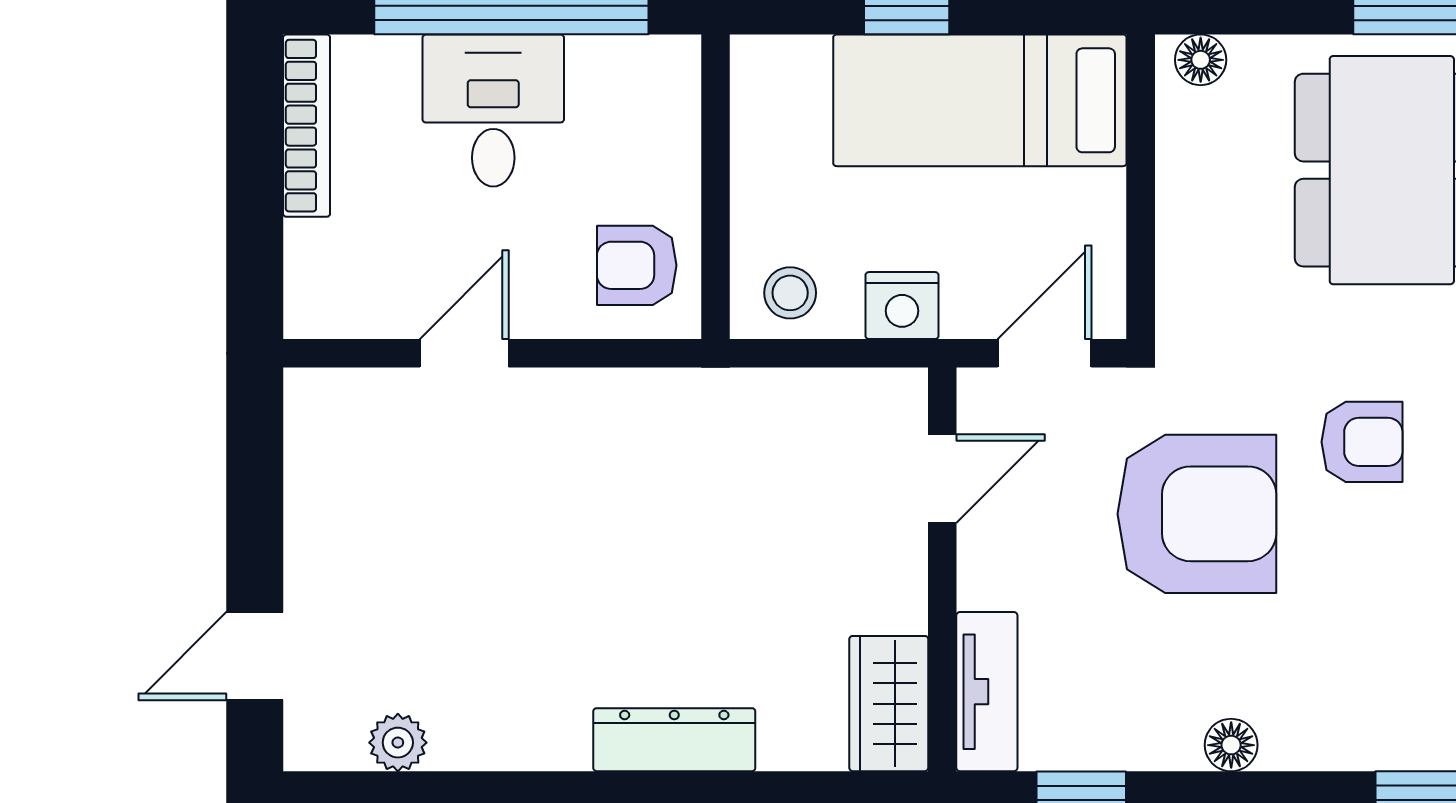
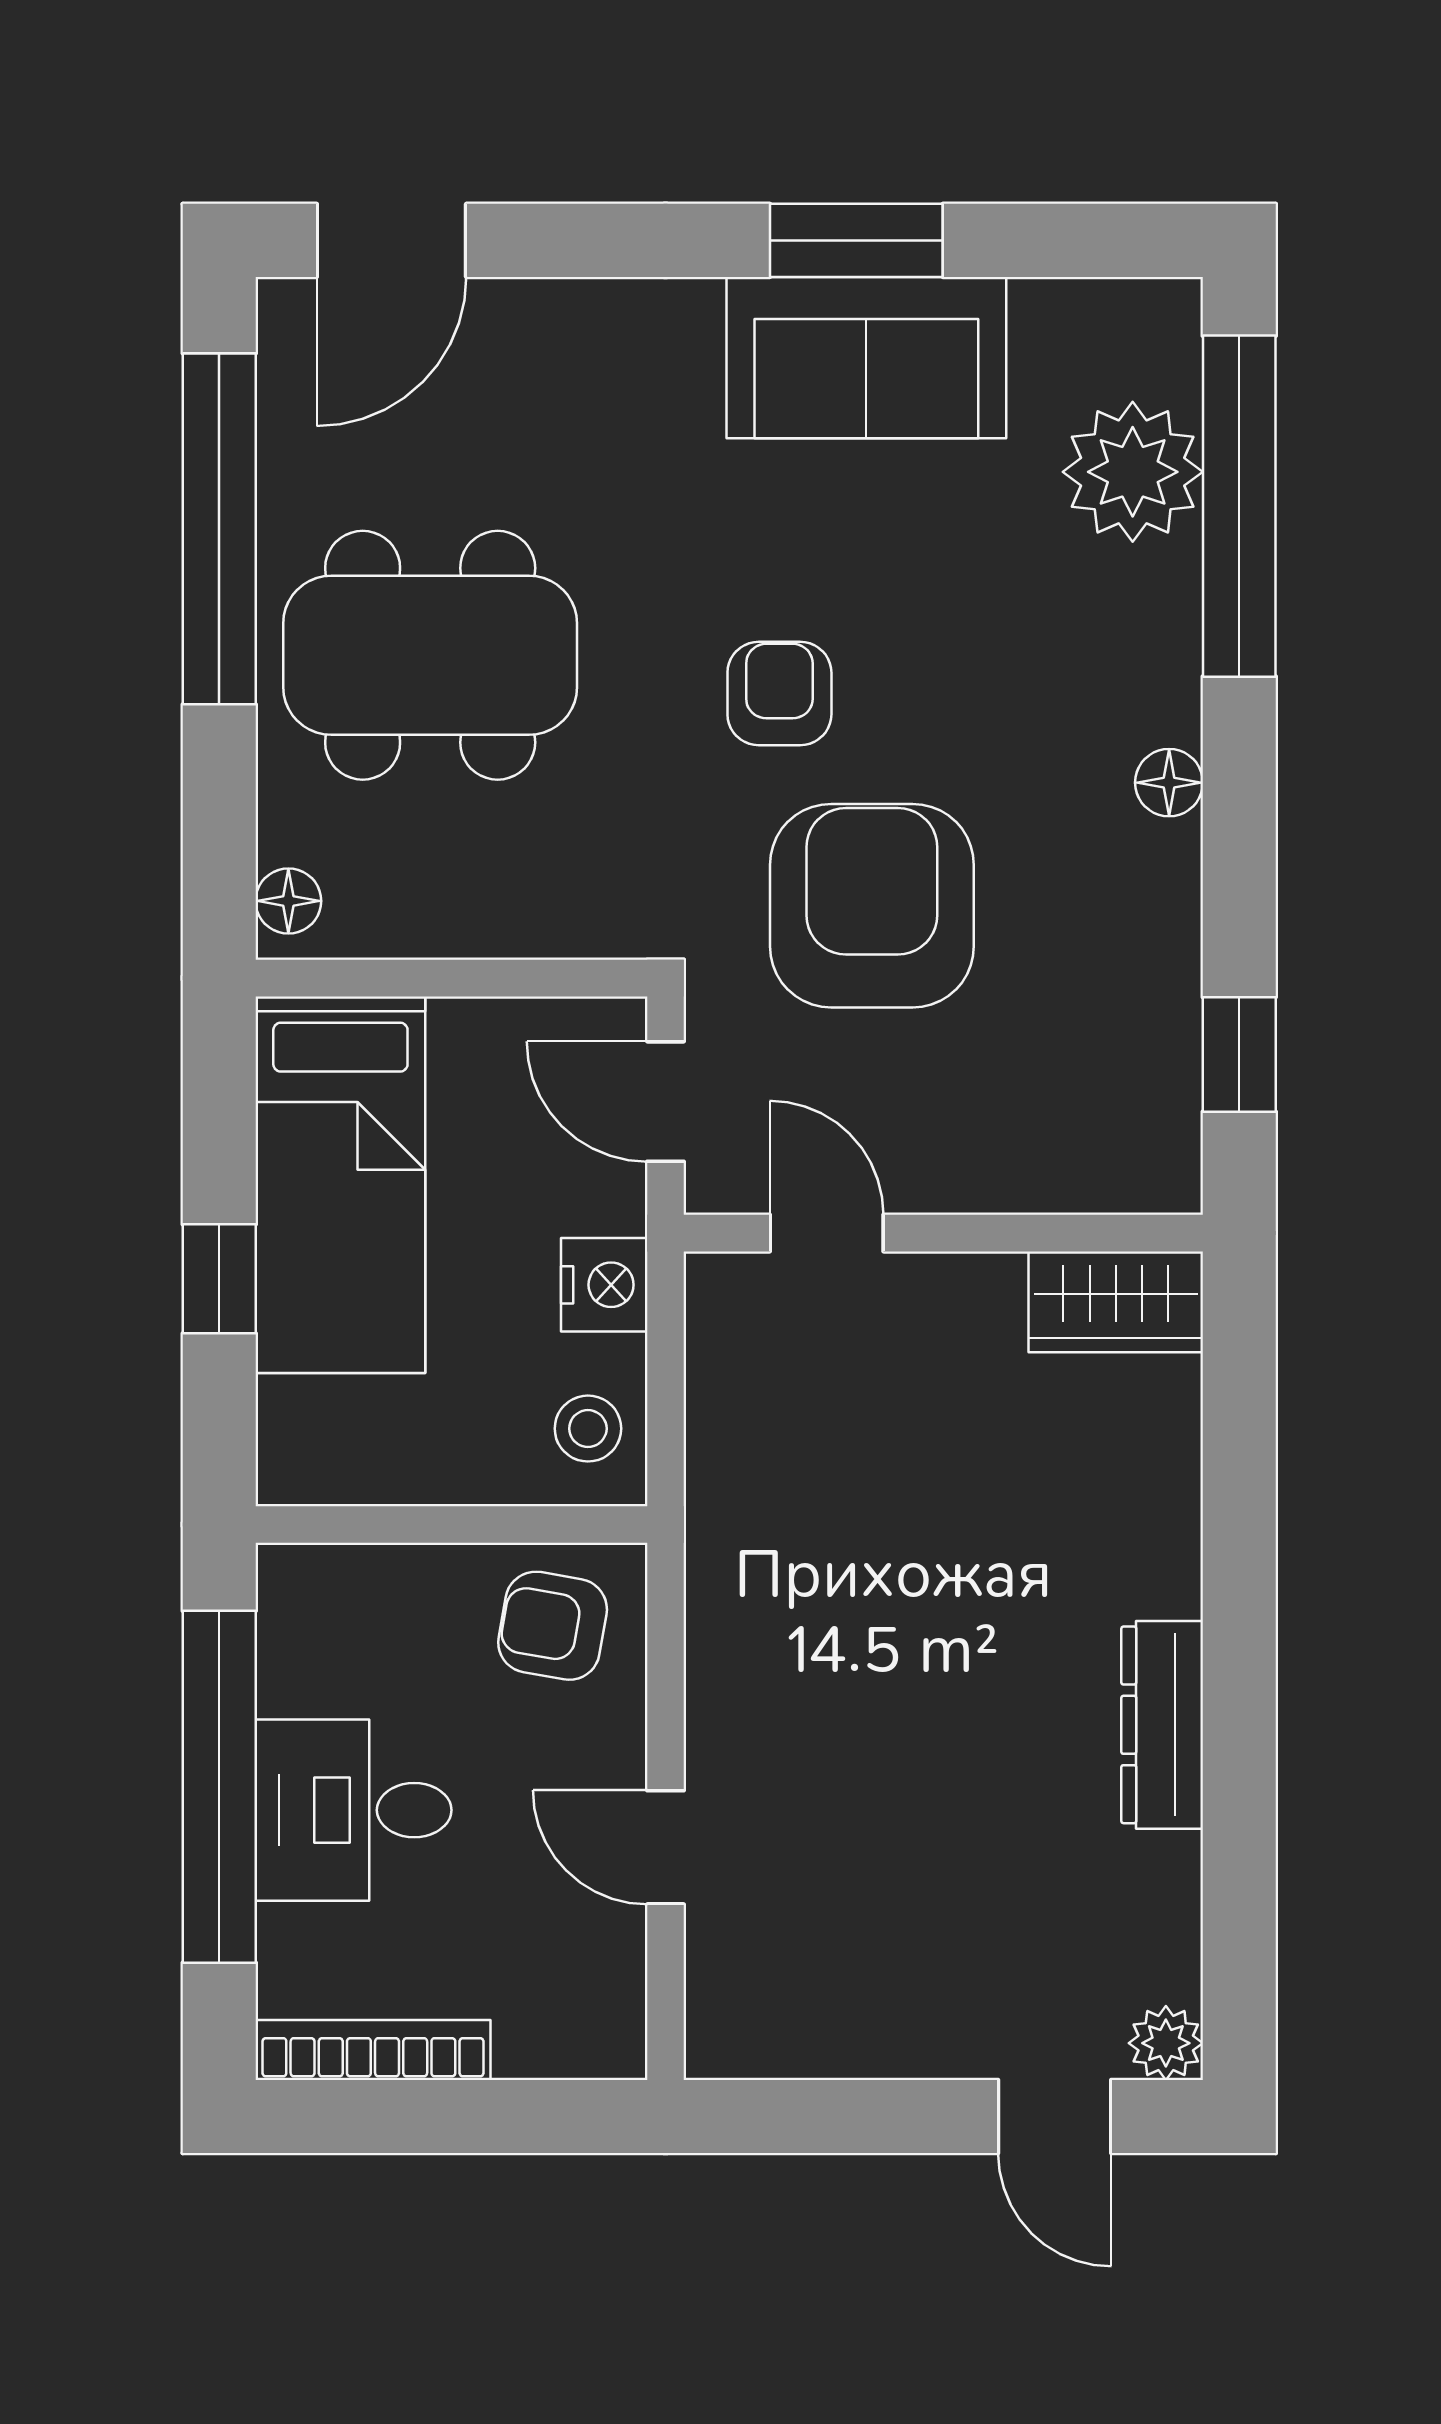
armchair: (637, 265) -> (553, 1626), turned 100
tv unit: (987, 692) -> (1100, 1176), removed
dresser: (674, 740) -> (1162, 1725), moved
plant: (398, 743) -> (1166, 2043), moved
floor lamp: (1231, 745) -> (1169, 783), moved

